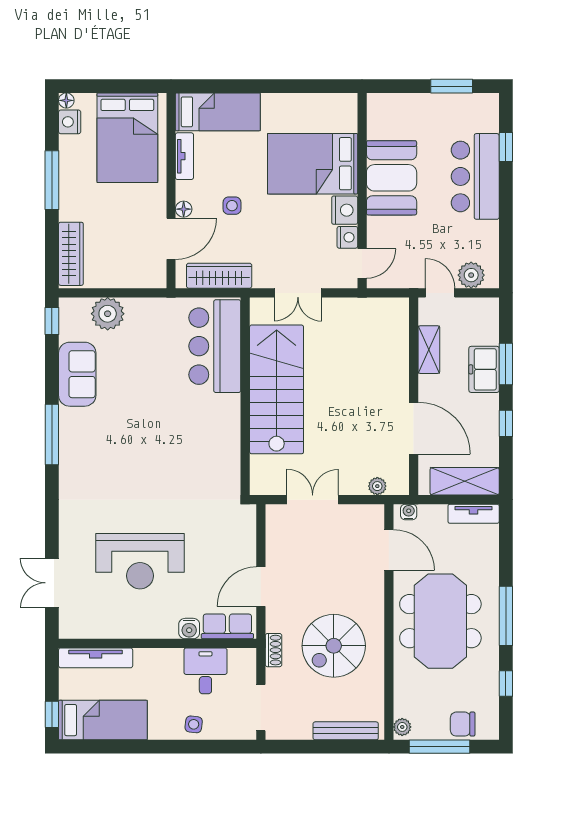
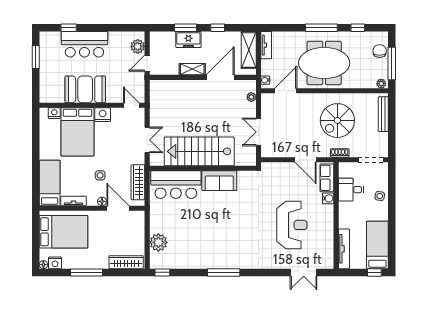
nightstand: (347, 237) -> (54, 113), moved
shelving: (429, 350) -> (192, 69), moved
sofa: (77, 374) -> (219, 181), moved, turned 180
spiral stairs: (334, 646) -> (337, 121), turned 90
chair: (463, 724) -> (380, 51), turned 180

